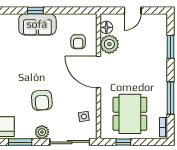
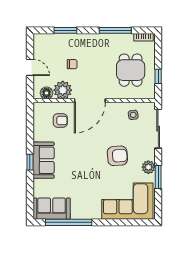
chair: (136, 54) -> (72, 64), added
dining table: (130, 114) -> (131, 70), width x0.73
plant: (42, 132) -> (148, 167), moved

